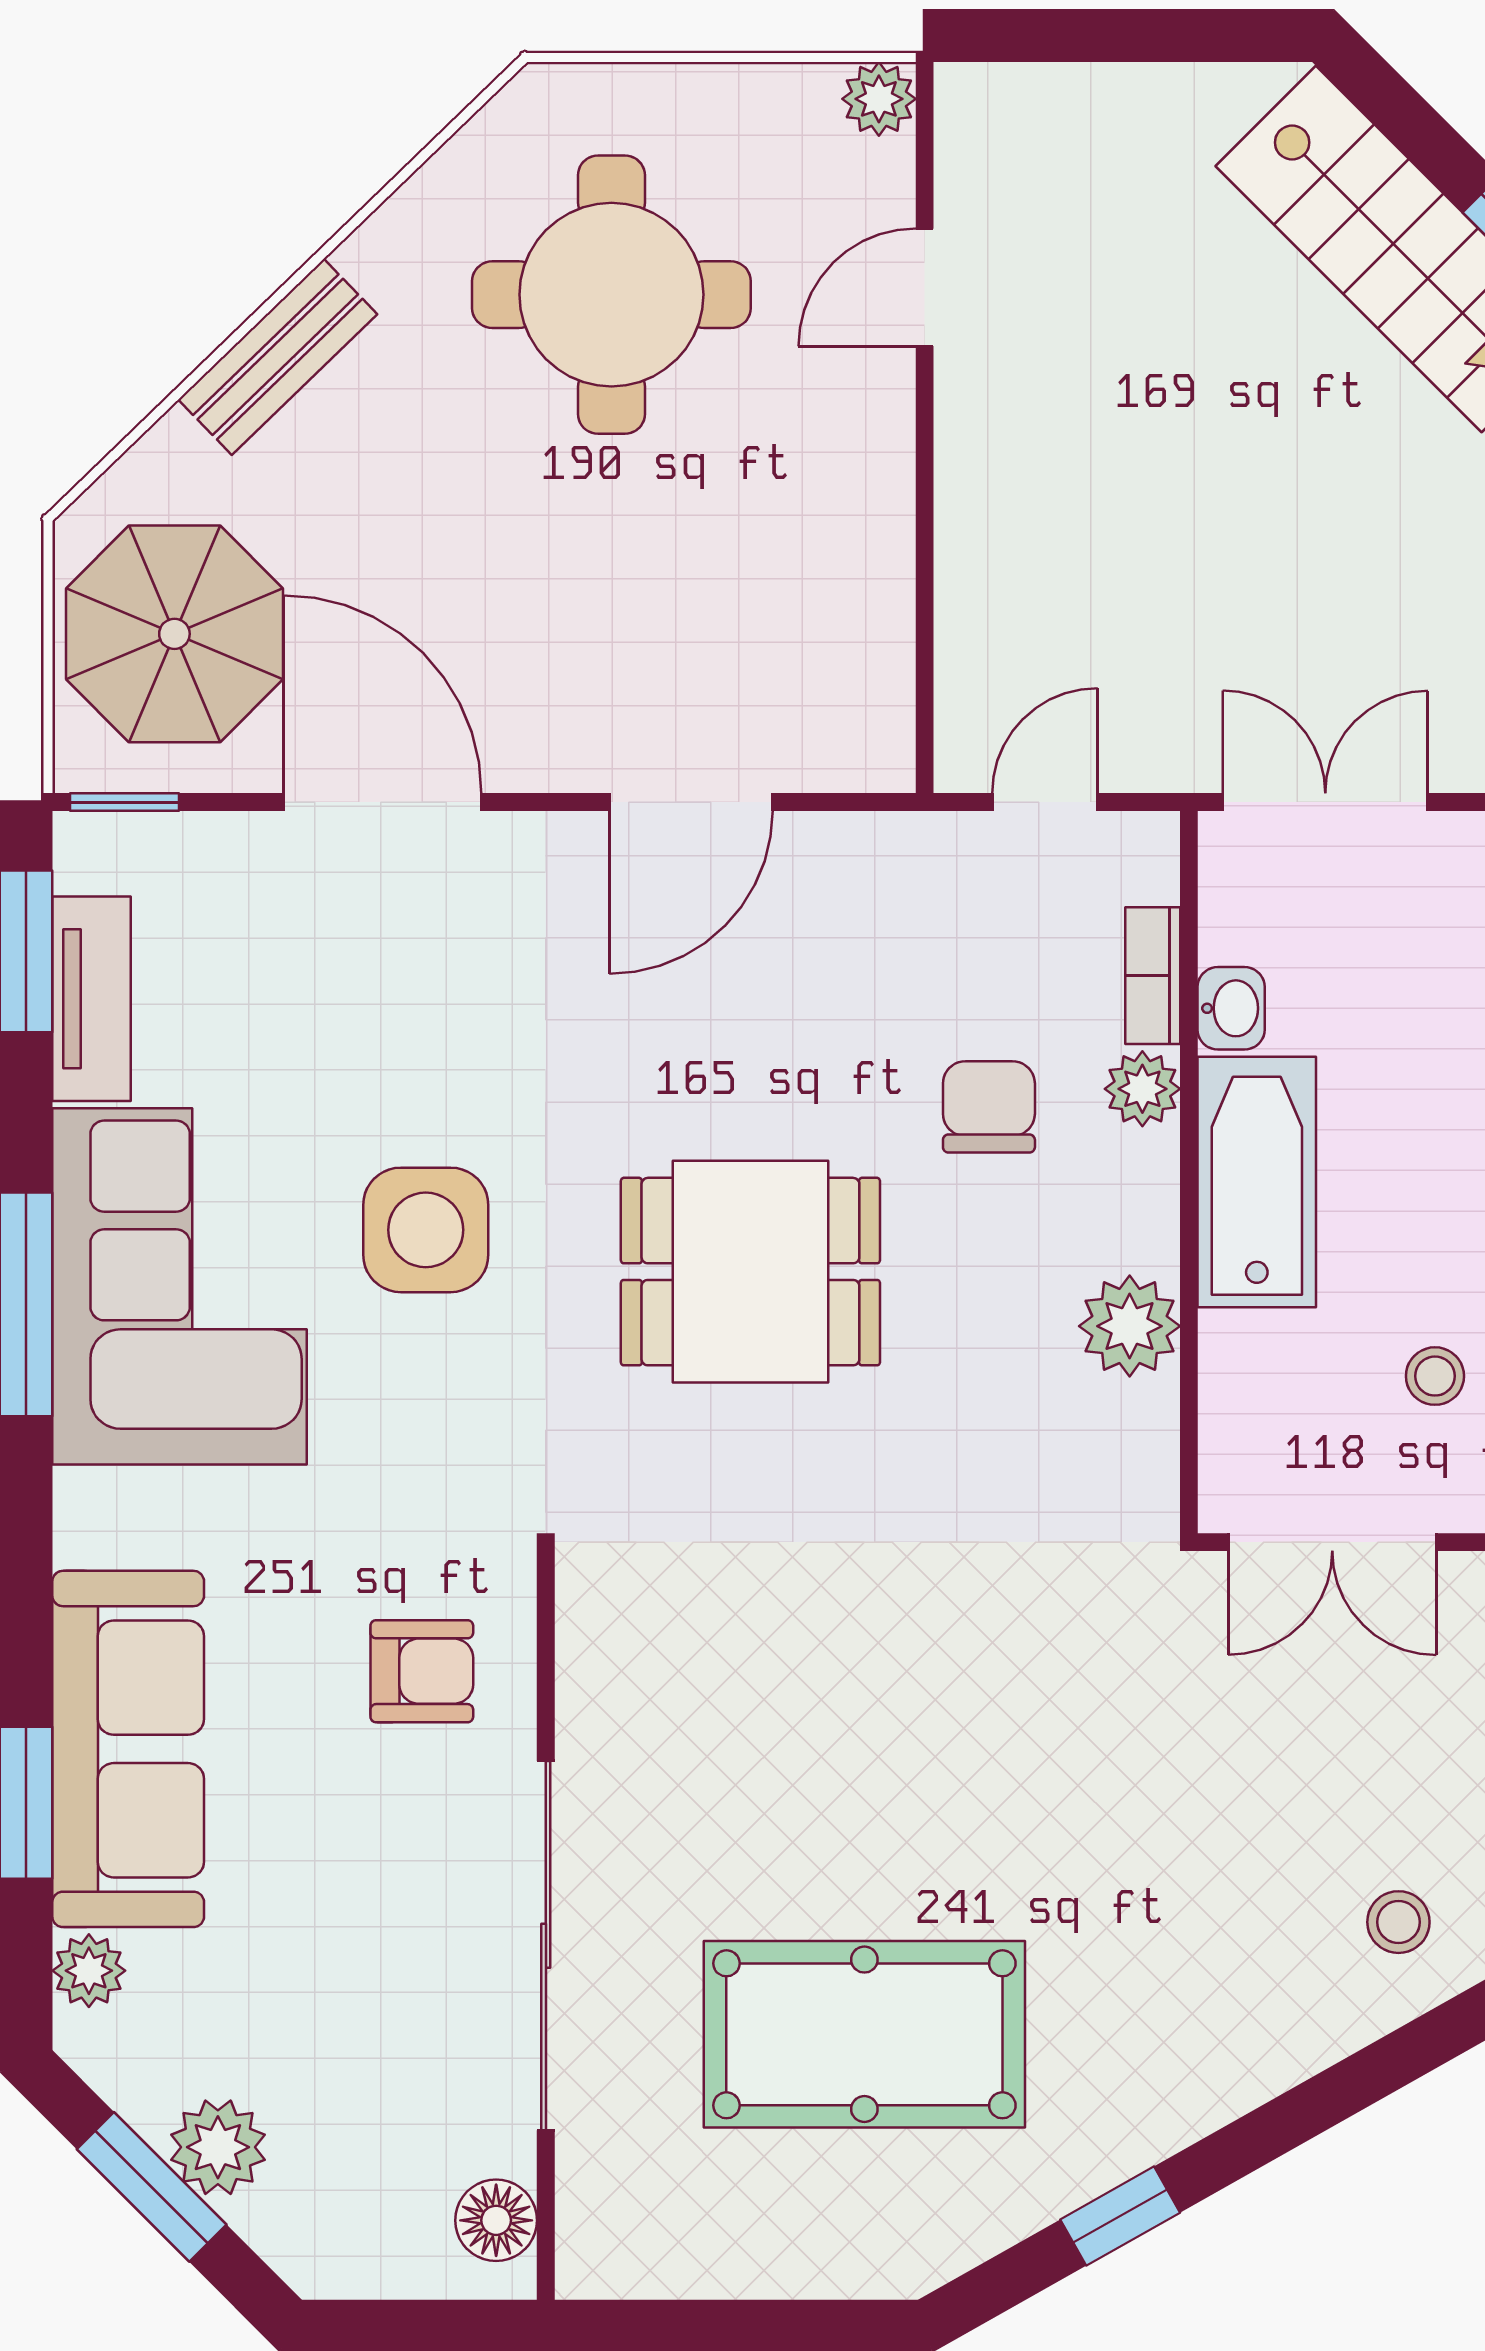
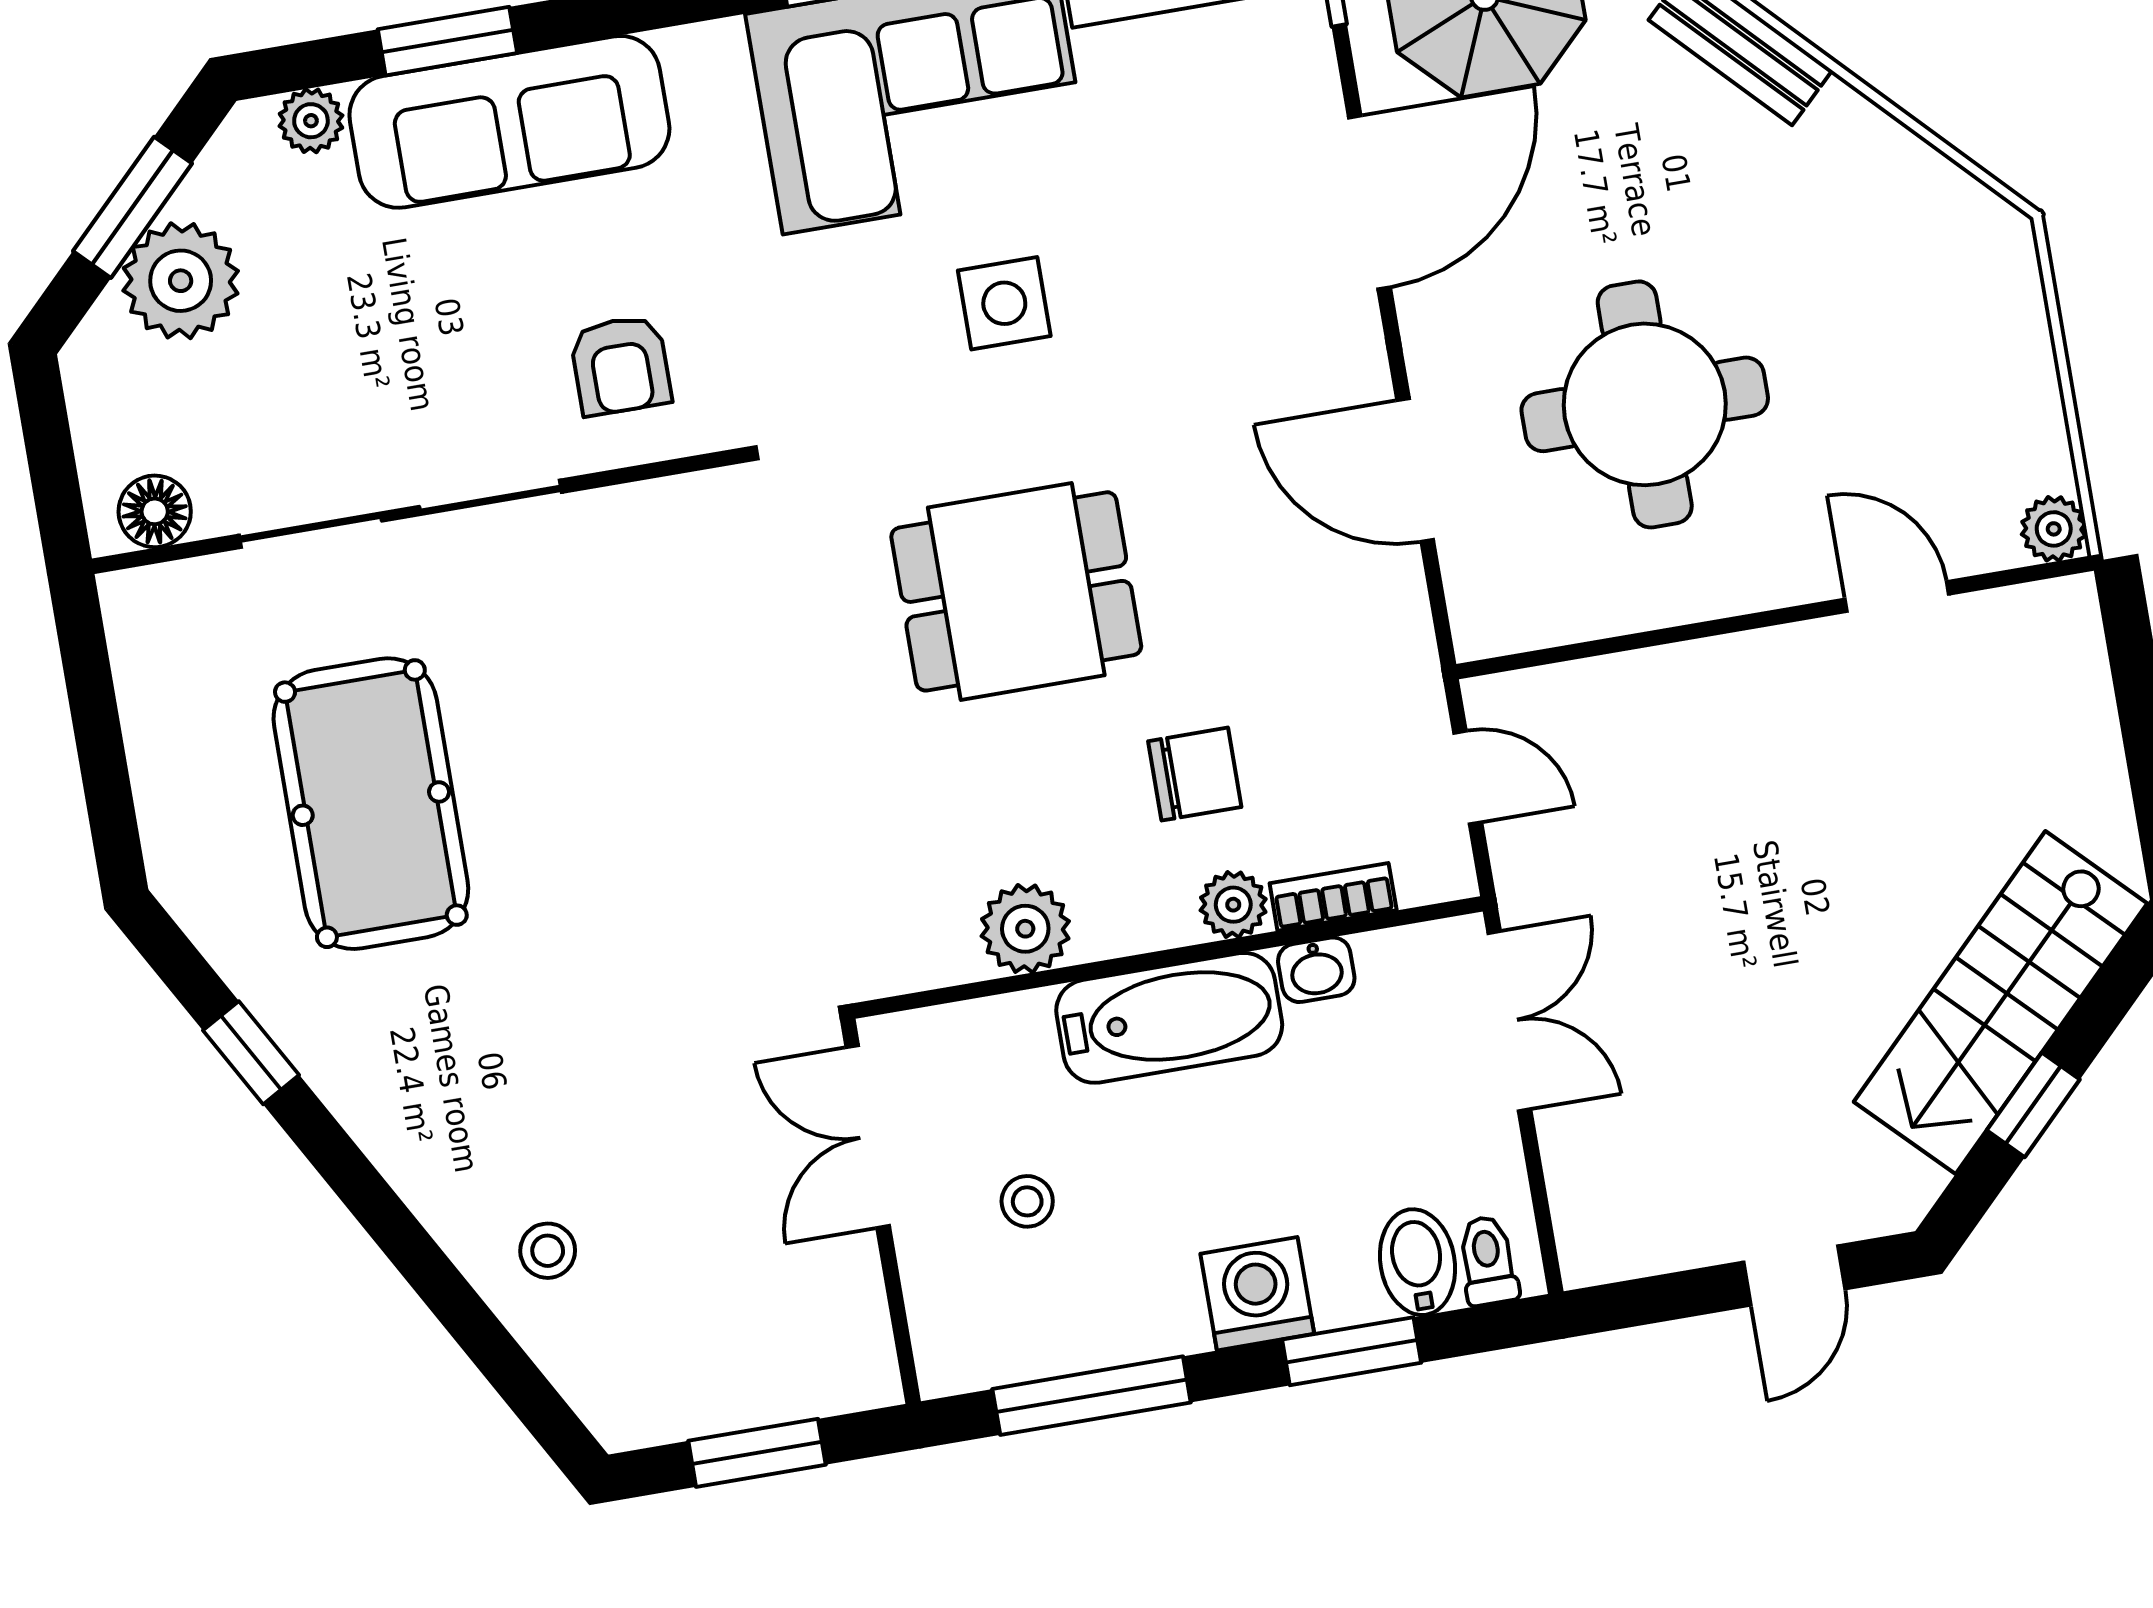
round table: (611, 295) -> (1645, 404), moved
side table: (426, 1230) -> (1004, 303), width x0.73, depth x0.73
dining table: (750, 1272) -> (1016, 591), turned 90
plant: (218, 2147) -> (181, 281), width x1.36, depth x1.36

